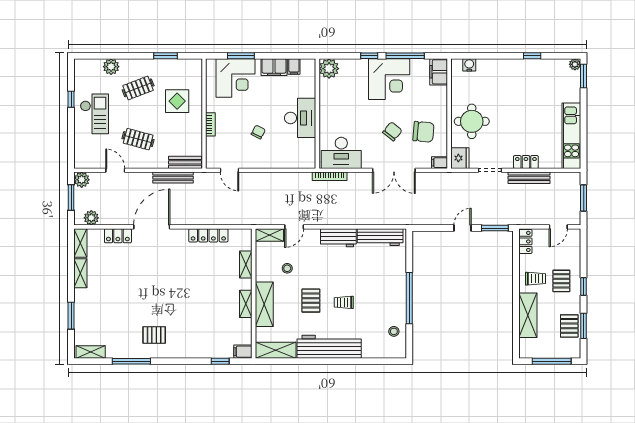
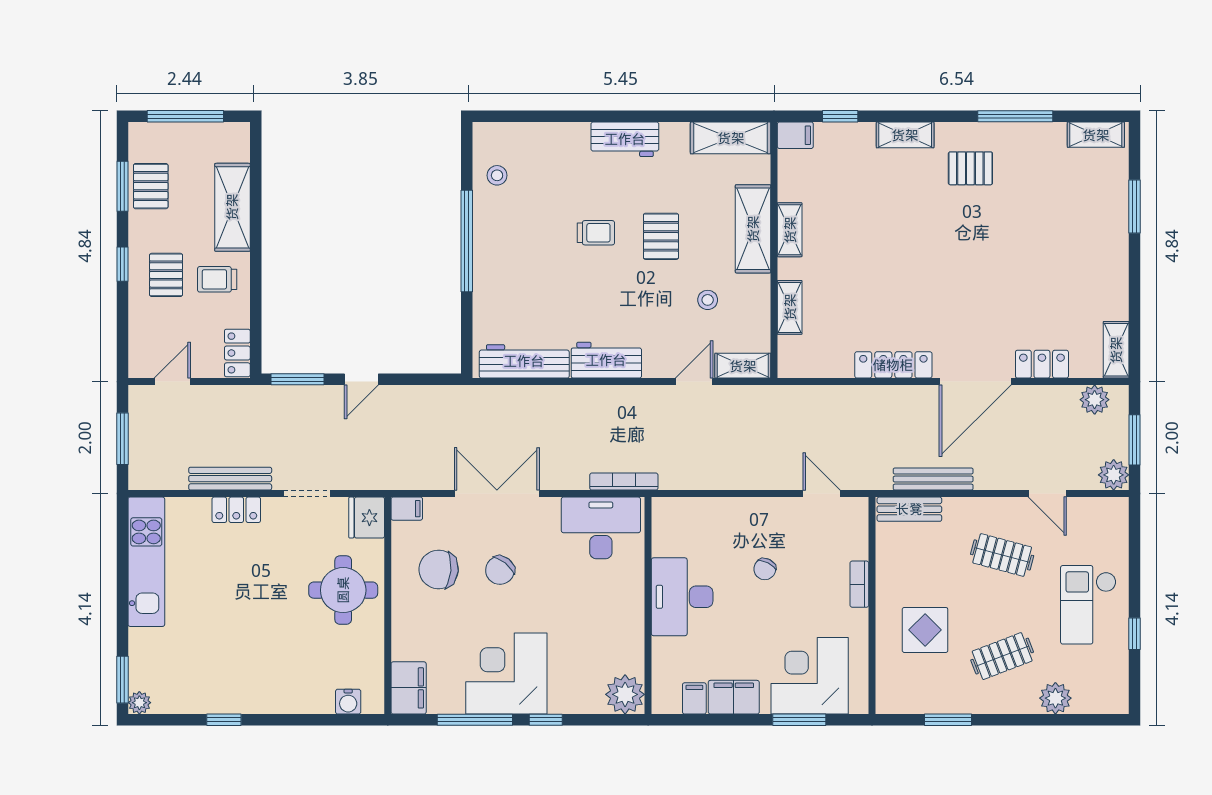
locker: (208, 235) -> (893, 365), moved
shelving: (80, 273) -> (905, 135), moved, turned 90
workbench: (329, 347) -> (625, 139), width x0.53, depth x0.76

